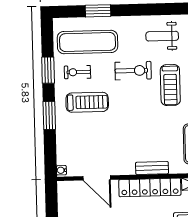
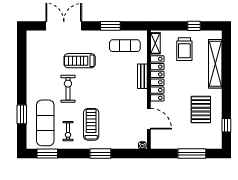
weight bench: (162, 36) -> (42, 66), removed
window: (48, 70) -> (47, 154), moved
treadmill: (170, 85) -> (80, 61), turned 180
door: (97, 178) -> (149, 119), hinge flipped

